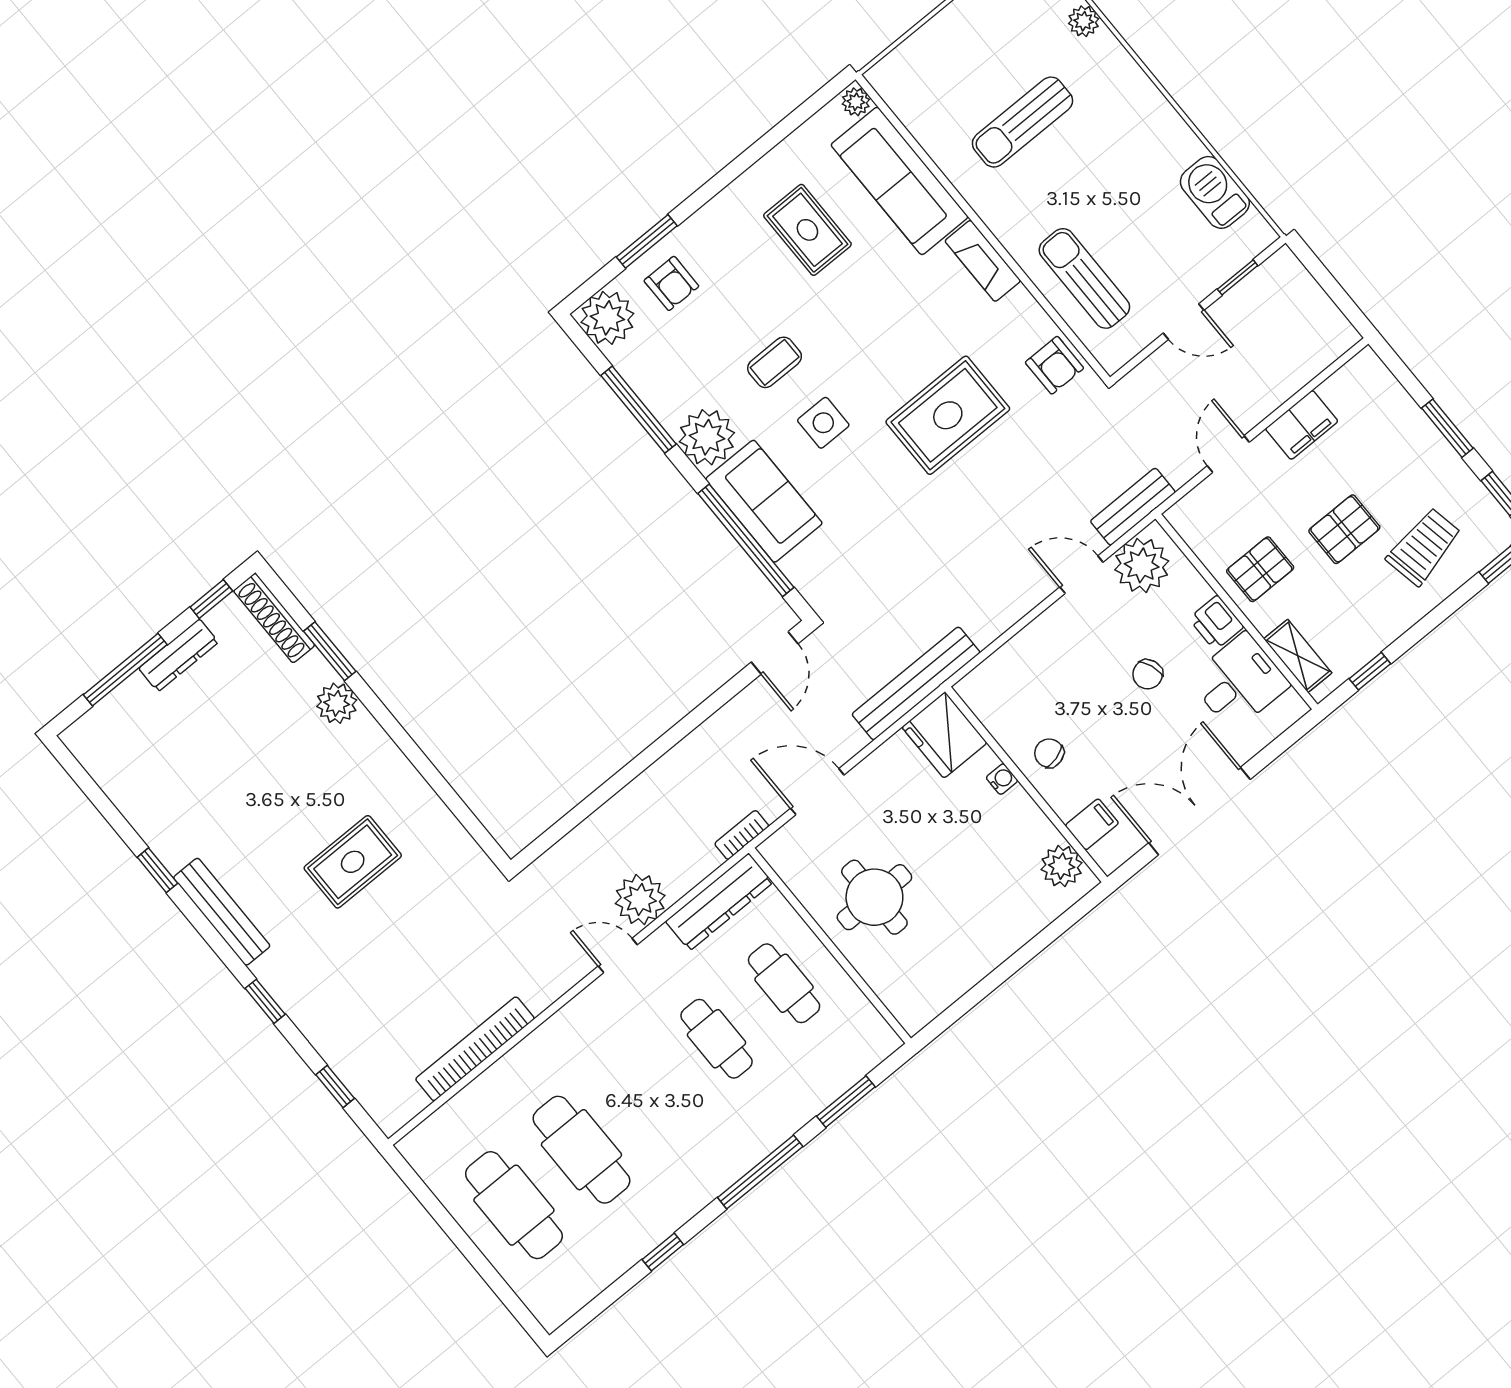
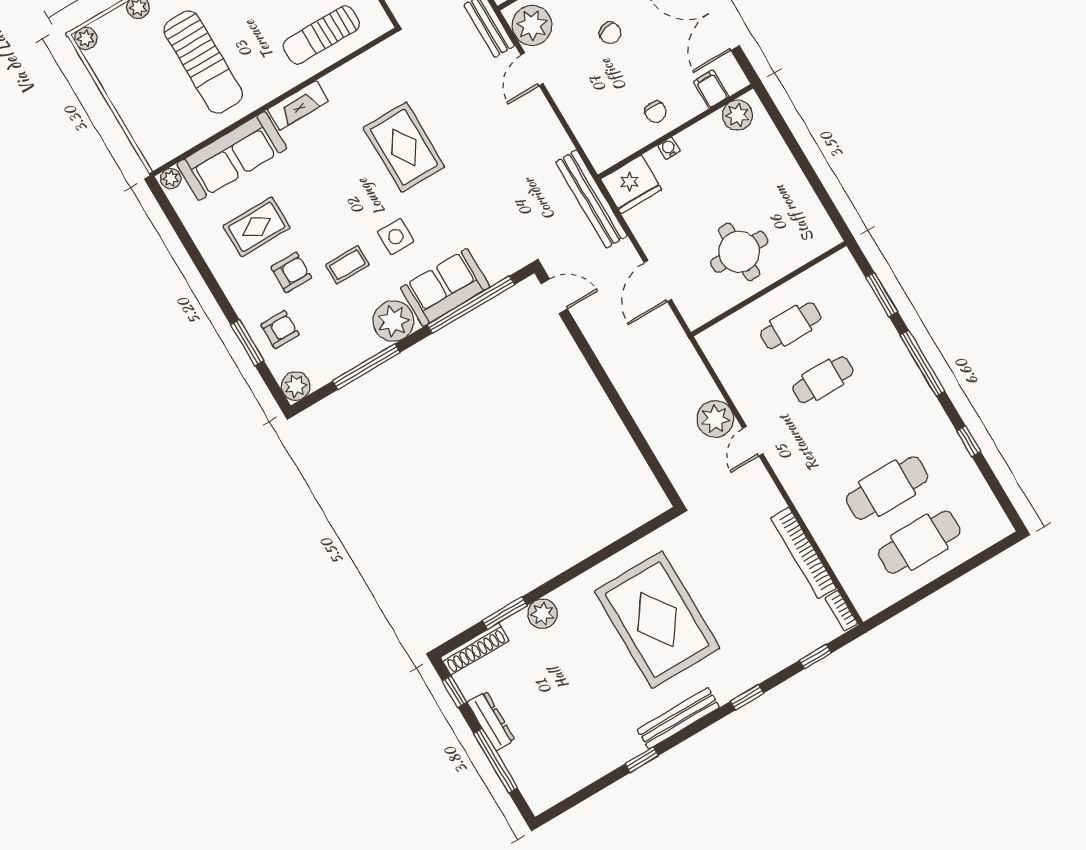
sun lounger: (1022, 122) -> (203, 62), width x1.36, depth x1.34
plant: (607, 318) -> (296, 386), width x0.73, depth x0.73
coffee table: (775, 362) -> (347, 265), turned 90
armchair: (1054, 365) -> (291, 272), moved
chair: (1049, 753) -> (656, 112), turned -75
bookcase: (742, 835) -> (841, 611), moved
rug: (353, 862) -> (657, 620), width x1.86, depth x2.06
dresser: (719, 902) -> (726, 363), removed

